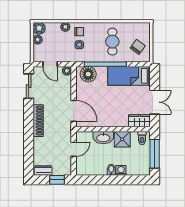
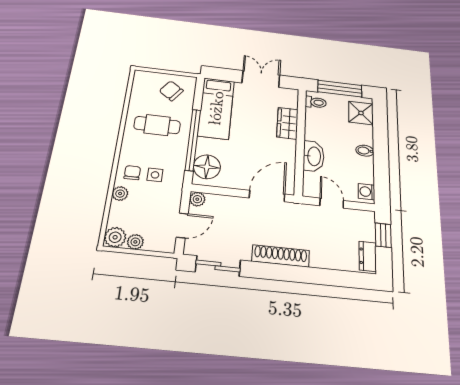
wardrobe: (139, 121) -> (287, 123), moved
shower: (122, 139) -> (361, 113), moved
washing machine: (121, 170) -> (367, 192), moved

